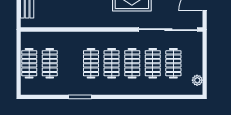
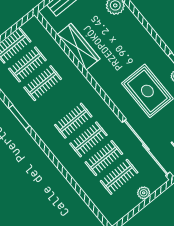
wardrobe: (66, 20) -> (79, 47), added
clothes rail: (91, 63) -> (43, 83), moved
plant: (197, 80) -> (144, 193), moved

